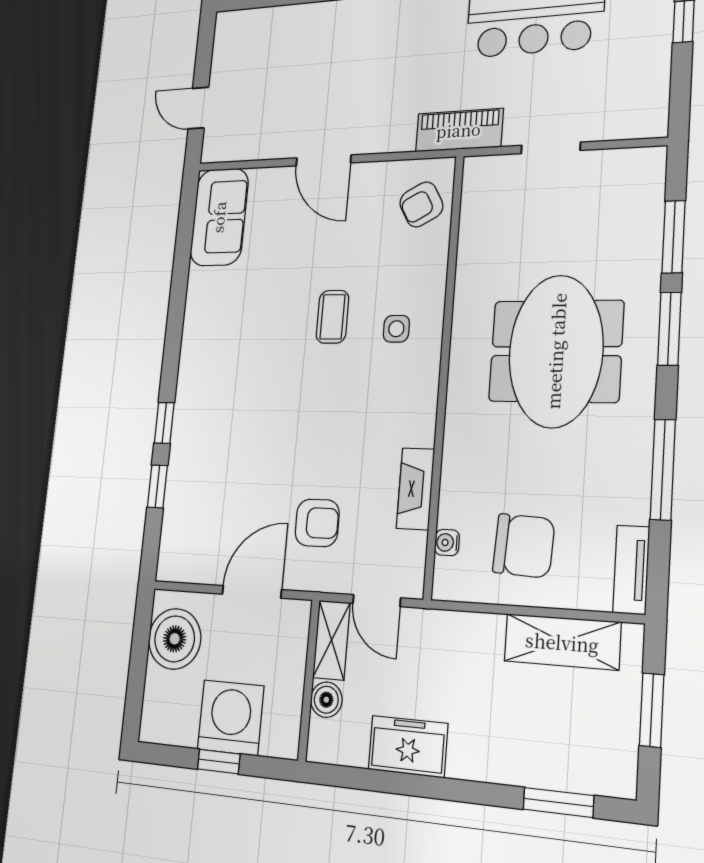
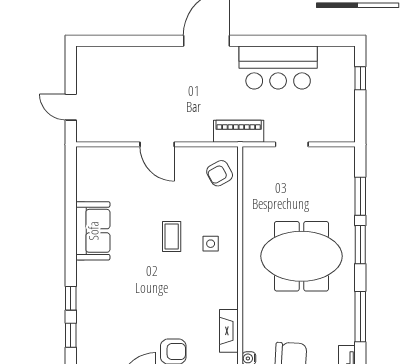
sofa: (219, 217) -> (93, 231), moved
meeting table: (556, 351) -> (301, 256), turned 90

